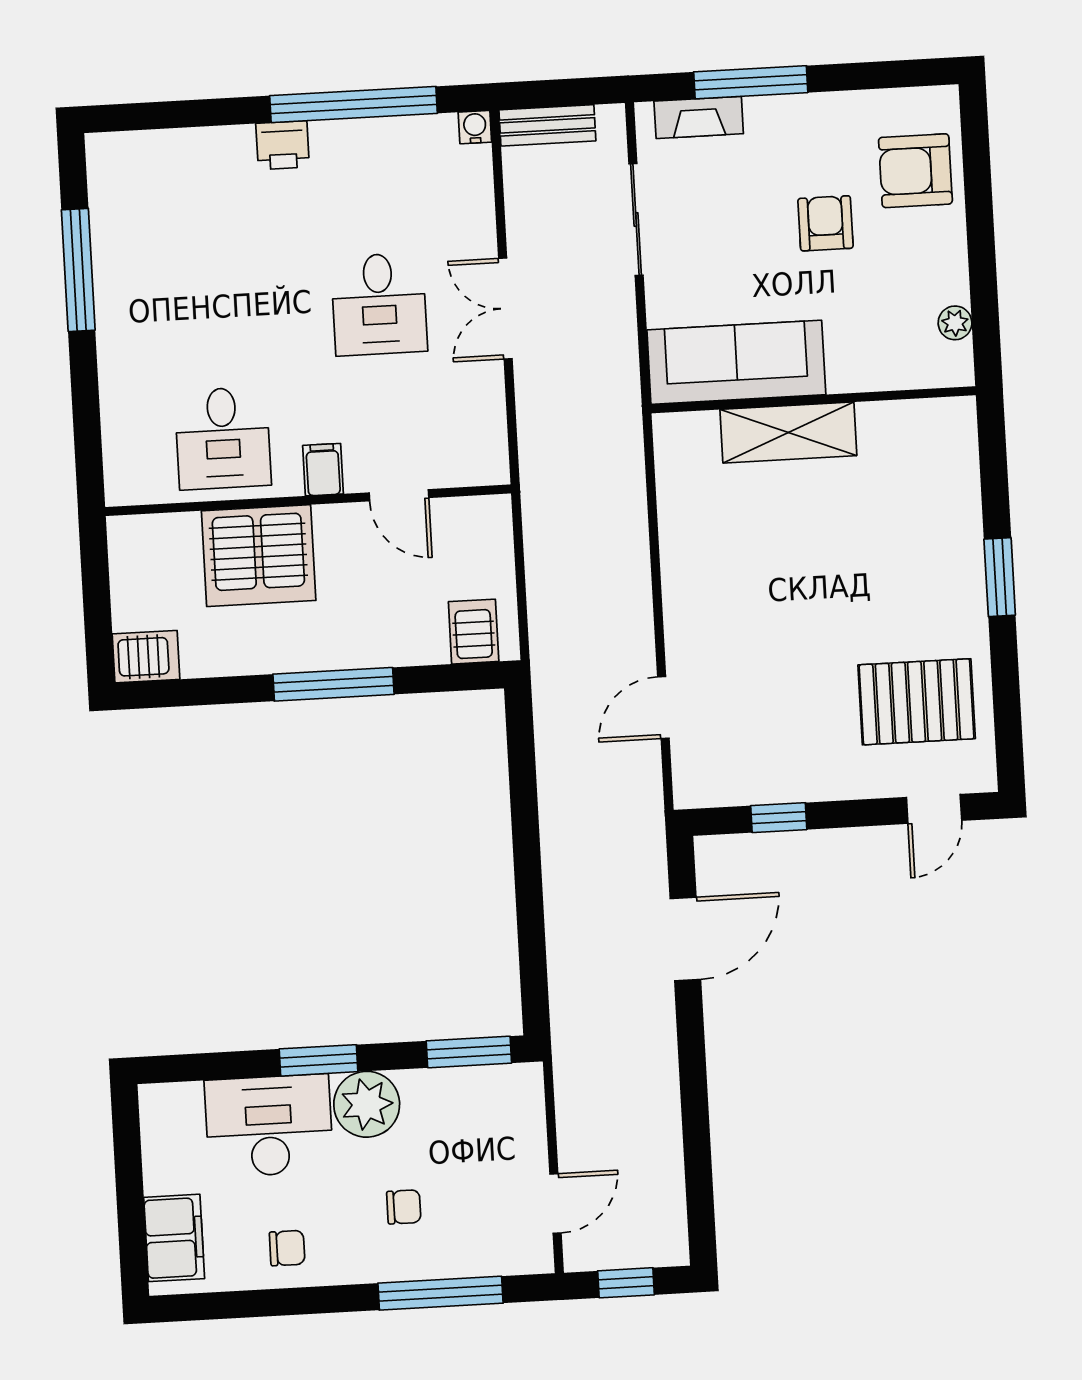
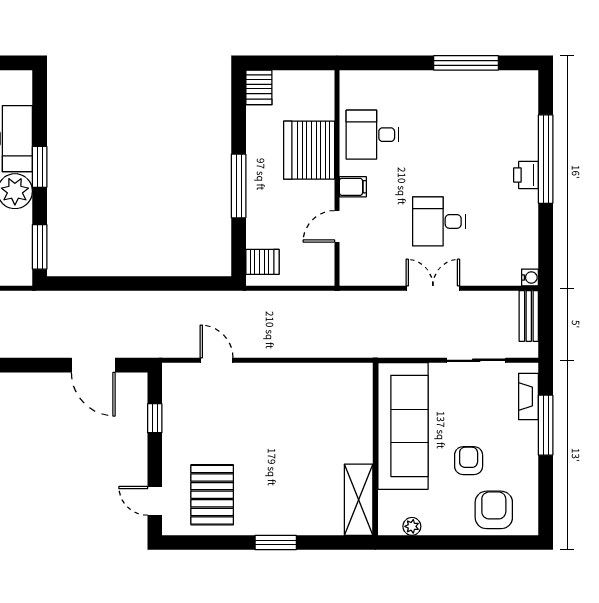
window: (354, 104) -> (546, 159), moved
armchair: (825, 223) -> (469, 461), turned -90
sofa: (736, 362) -> (403, 426), width x1.36, depth x1.27
shelving: (788, 433) -> (359, 500), moved

